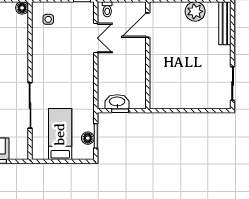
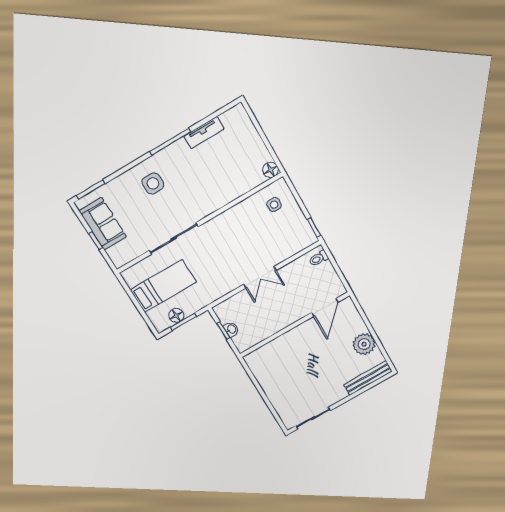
door: (148, 25) -> (325, 307), swing flipped
double door: (96, 38) -> (260, 277), moved
washbasin: (117, 102) -> (231, 329), width x0.52, depth x0.69

